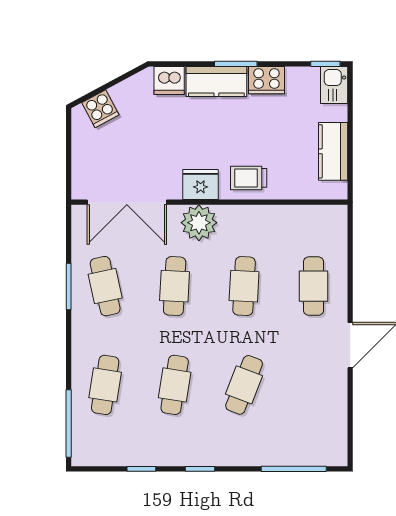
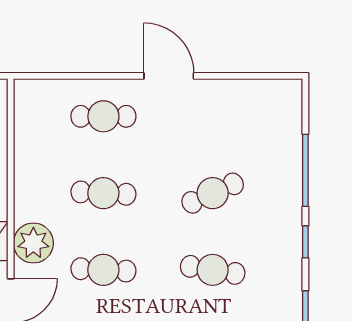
cafe table: (244, 385) -> (213, 193), turned -45
window: (294, 469) -> (305, 170), moved

